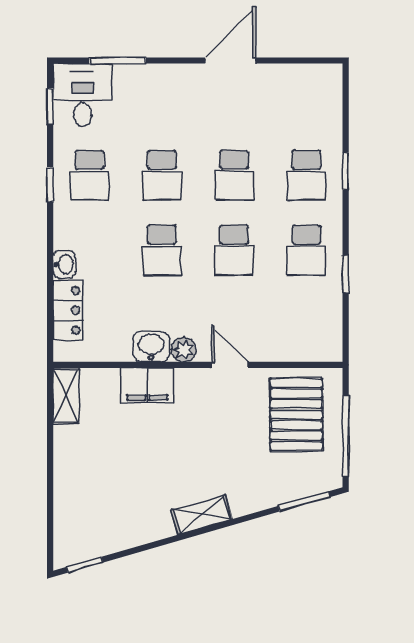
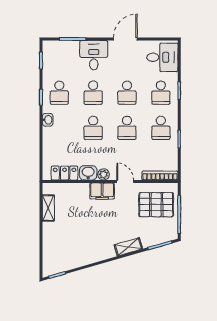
desk: (82, 95) -> (94, 55), moved
desk: (310, 100) -> (162, 57), added
washbasin: (64, 264) -> (48, 120), moved
locker: (68, 310) -> (65, 173), moved, turned -90
bookcase: (304, 352) -> (160, 175), added
filing cabinet: (147, 385) -> (102, 191), moved
shelving: (66, 396) -> (48, 208), moved
pallet: (296, 414) -> (156, 205), turned 90
shelving: (202, 515) -> (128, 247), moved

